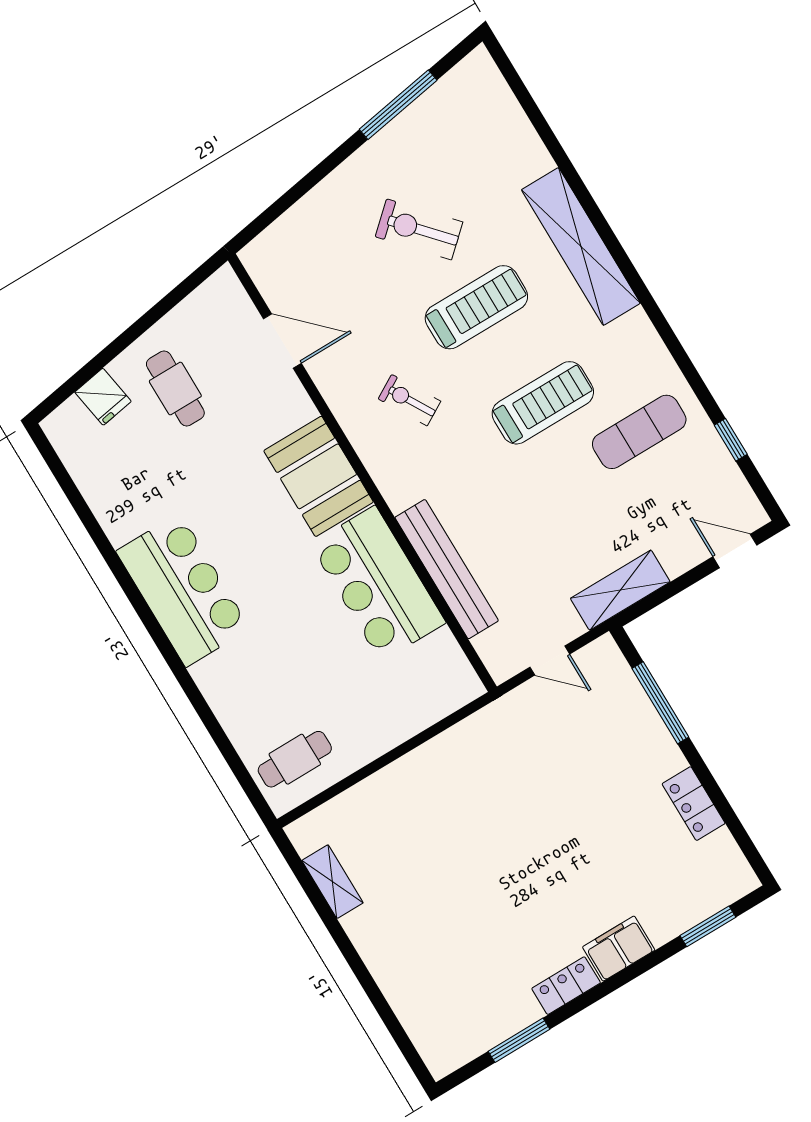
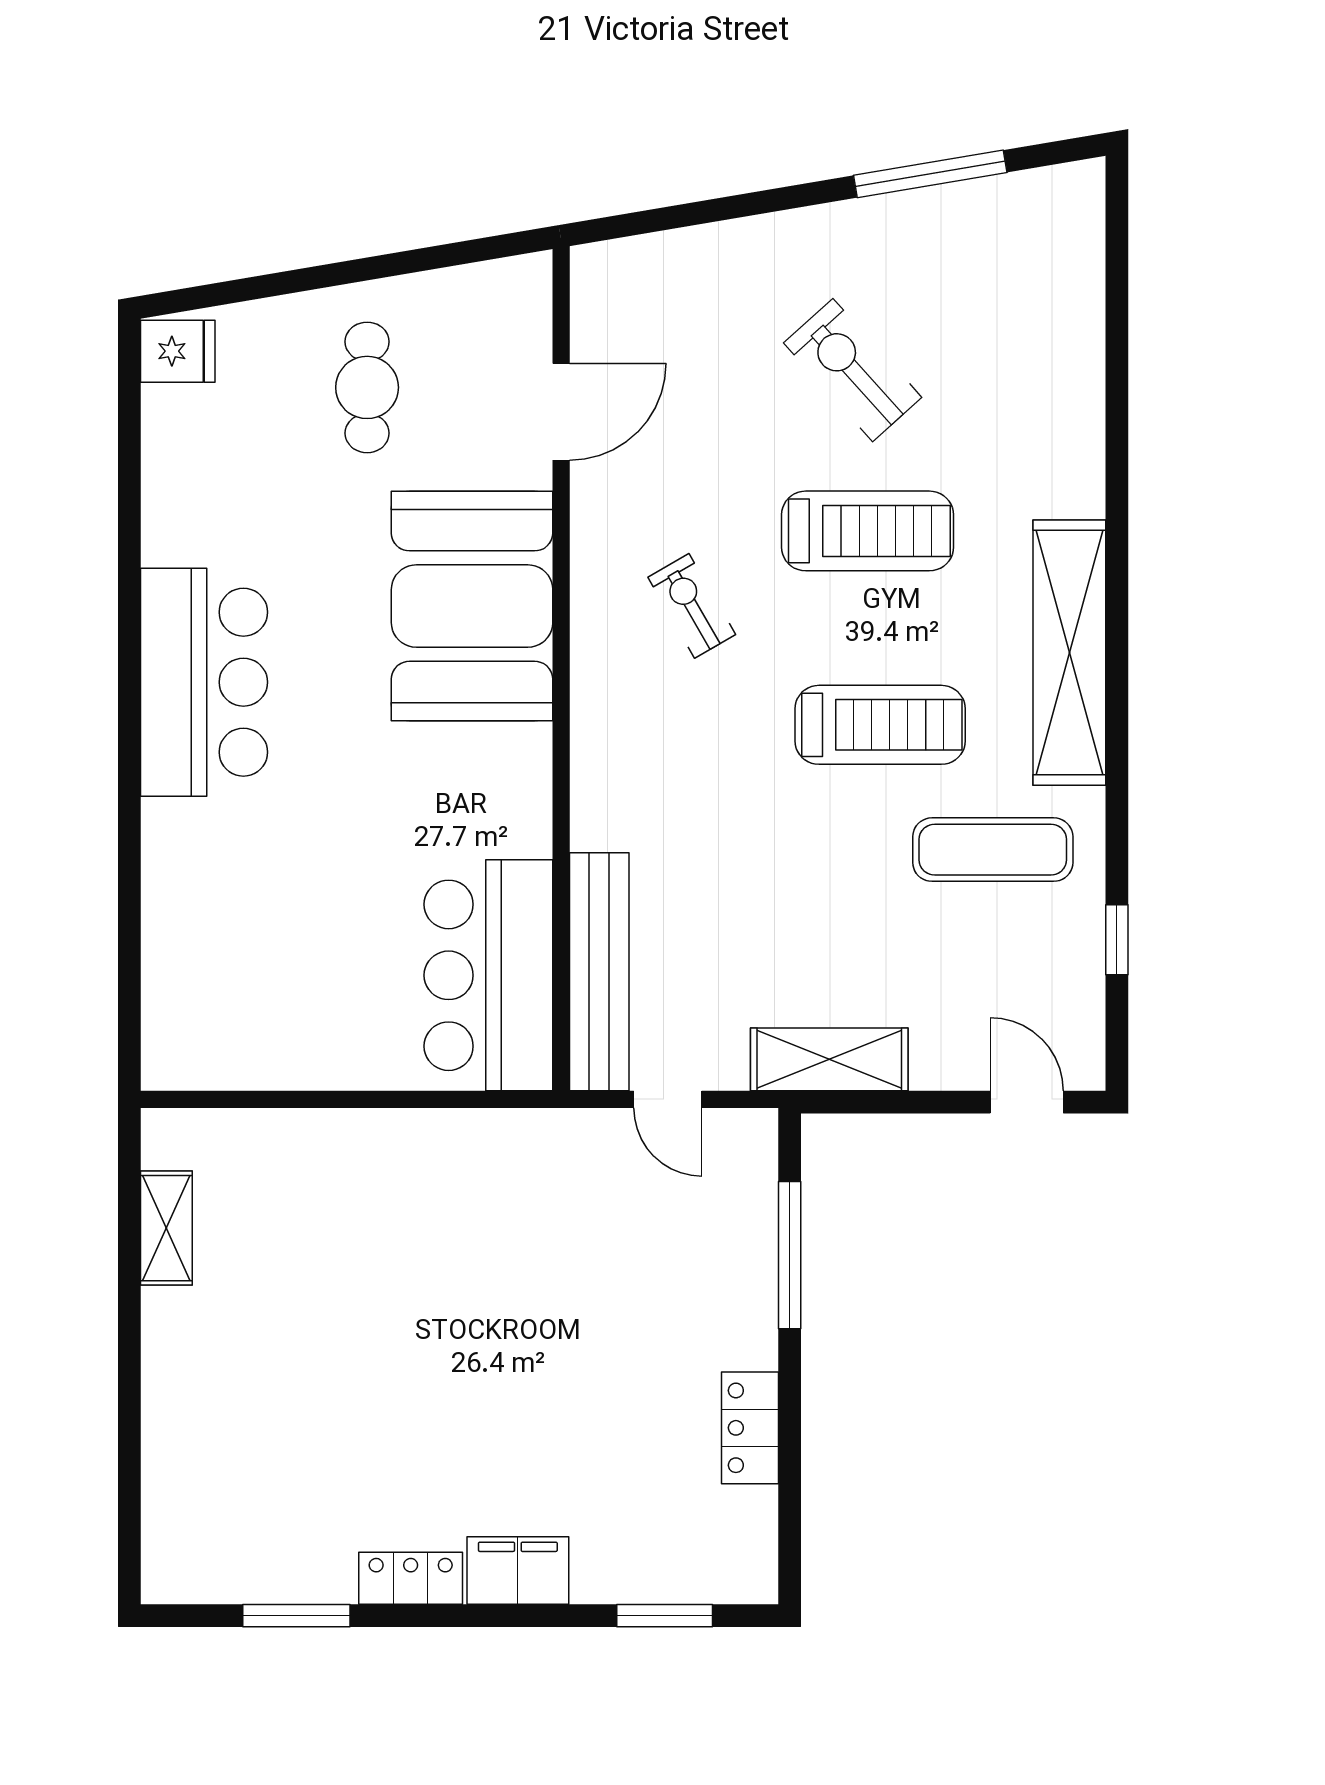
shelving: (581, 246) -> (1069, 653), moved
door: (282, 341) -> (561, 412), hinge flipped
fridge: (103, 397) -> (178, 351), moved, turned -80
booth: (319, 476) -> (472, 606), width x1.36, depth x1.42
bench: (447, 569) -> (599, 972), moved
bar counter: (378, 584) -> (488, 975), moved
cafe table: (295, 759) -> (218, 1020), removed

